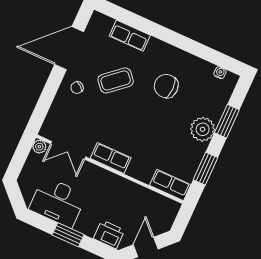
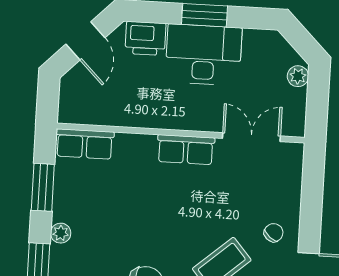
plant: (203, 129) -> (61, 233), width x0.53, depth x0.53
plant: (39, 147) -> (298, 76), moved
desk: (58, 202) -> (204, 55), moved

